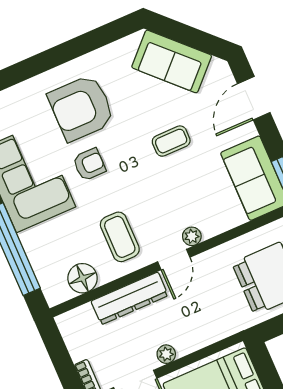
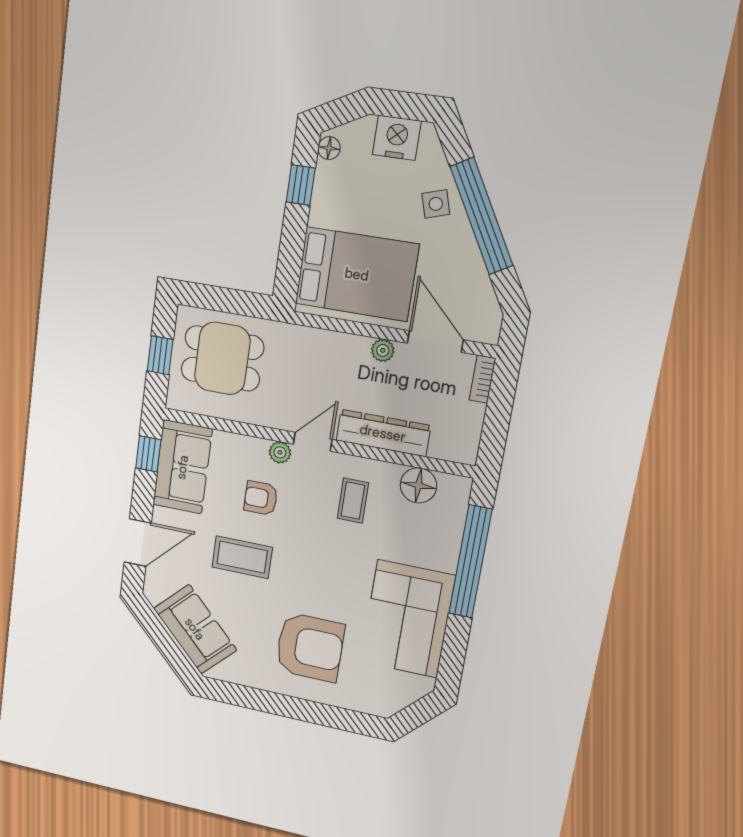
coffee table: (171, 141) -> (242, 557), width x1.36, depth x1.30
armchair: (89, 164) -> (261, 498), moved
coffee table: (120, 237) -> (353, 501), width x0.73, depth x0.77

